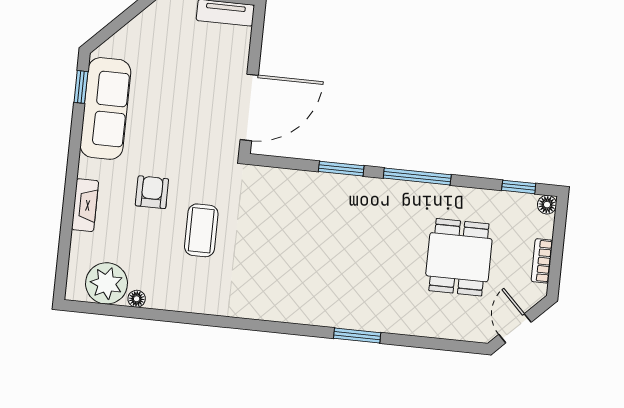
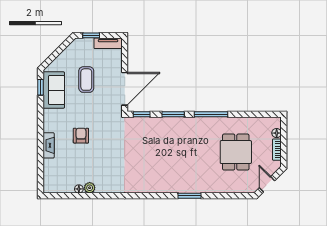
sofa: (105, 108) -> (54, 90), width x0.73
window: (519, 187) -> (142, 114), moved
floor lamp: (547, 205) -> (277, 133), moved
coffee table: (201, 230) -> (86, 80), moved
plant: (107, 283) -> (90, 188), moved, width x0.53, depth x0.53

